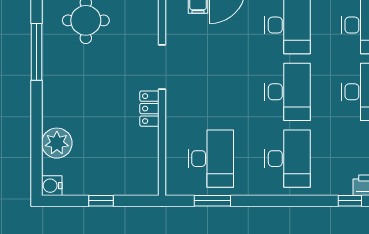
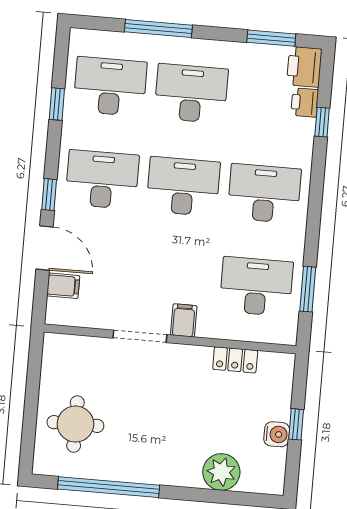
window: (37, 52) -> (109, 487), width x1.46
filing cabinet: (178, 102) -> (184, 320), added
locker: (149, 109) -> (235, 360), moved
water cooler: (52, 186) -> (277, 434), moved, turned -90

